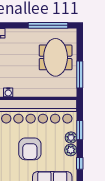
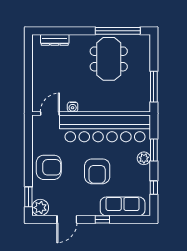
meeting table: (56, 57) -> (109, 59), moved
plant: (71, 150) -> (144, 172), removed

